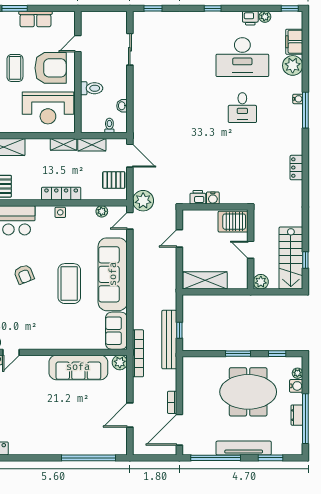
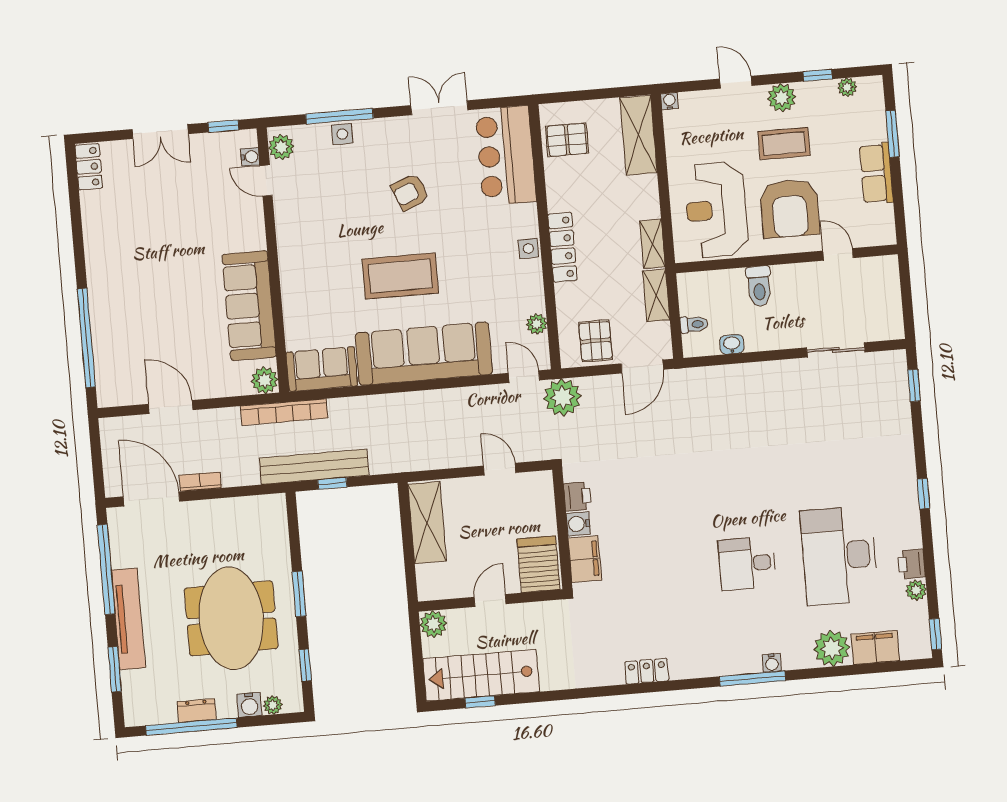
filing cabinet: (232, 196) -> (585, 559), added

